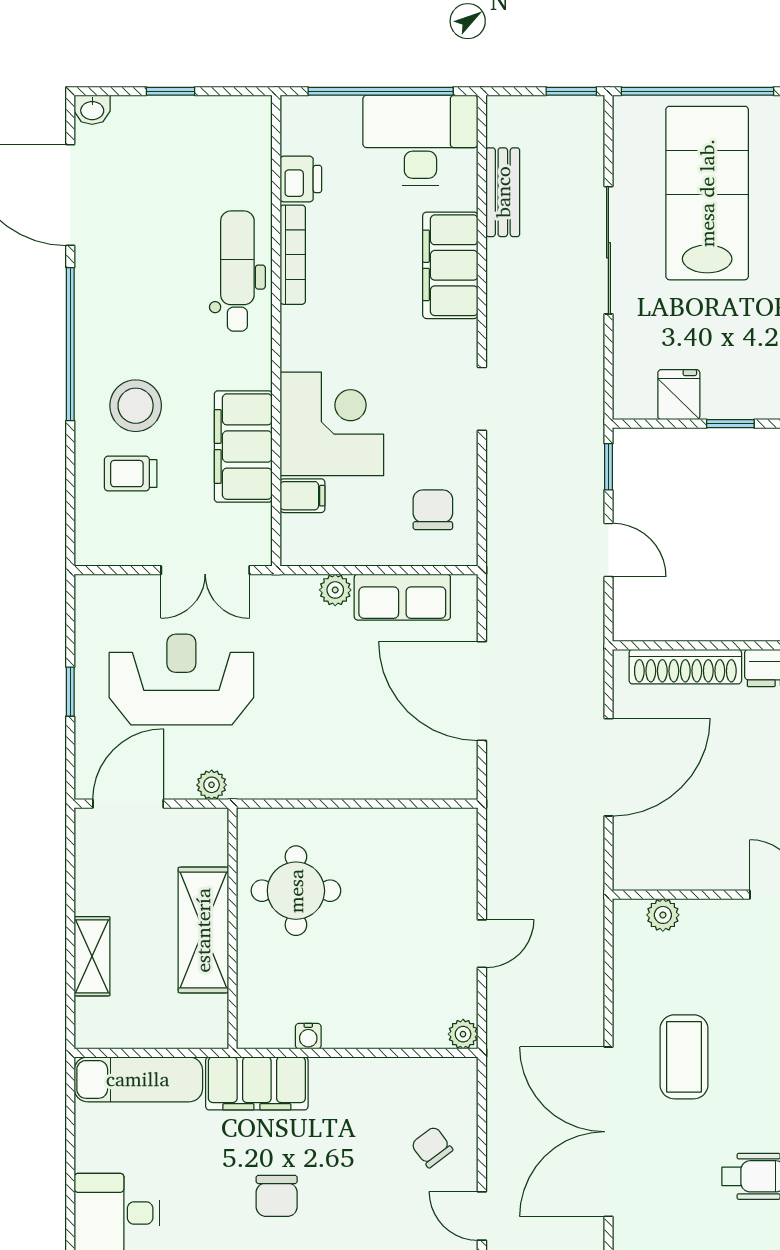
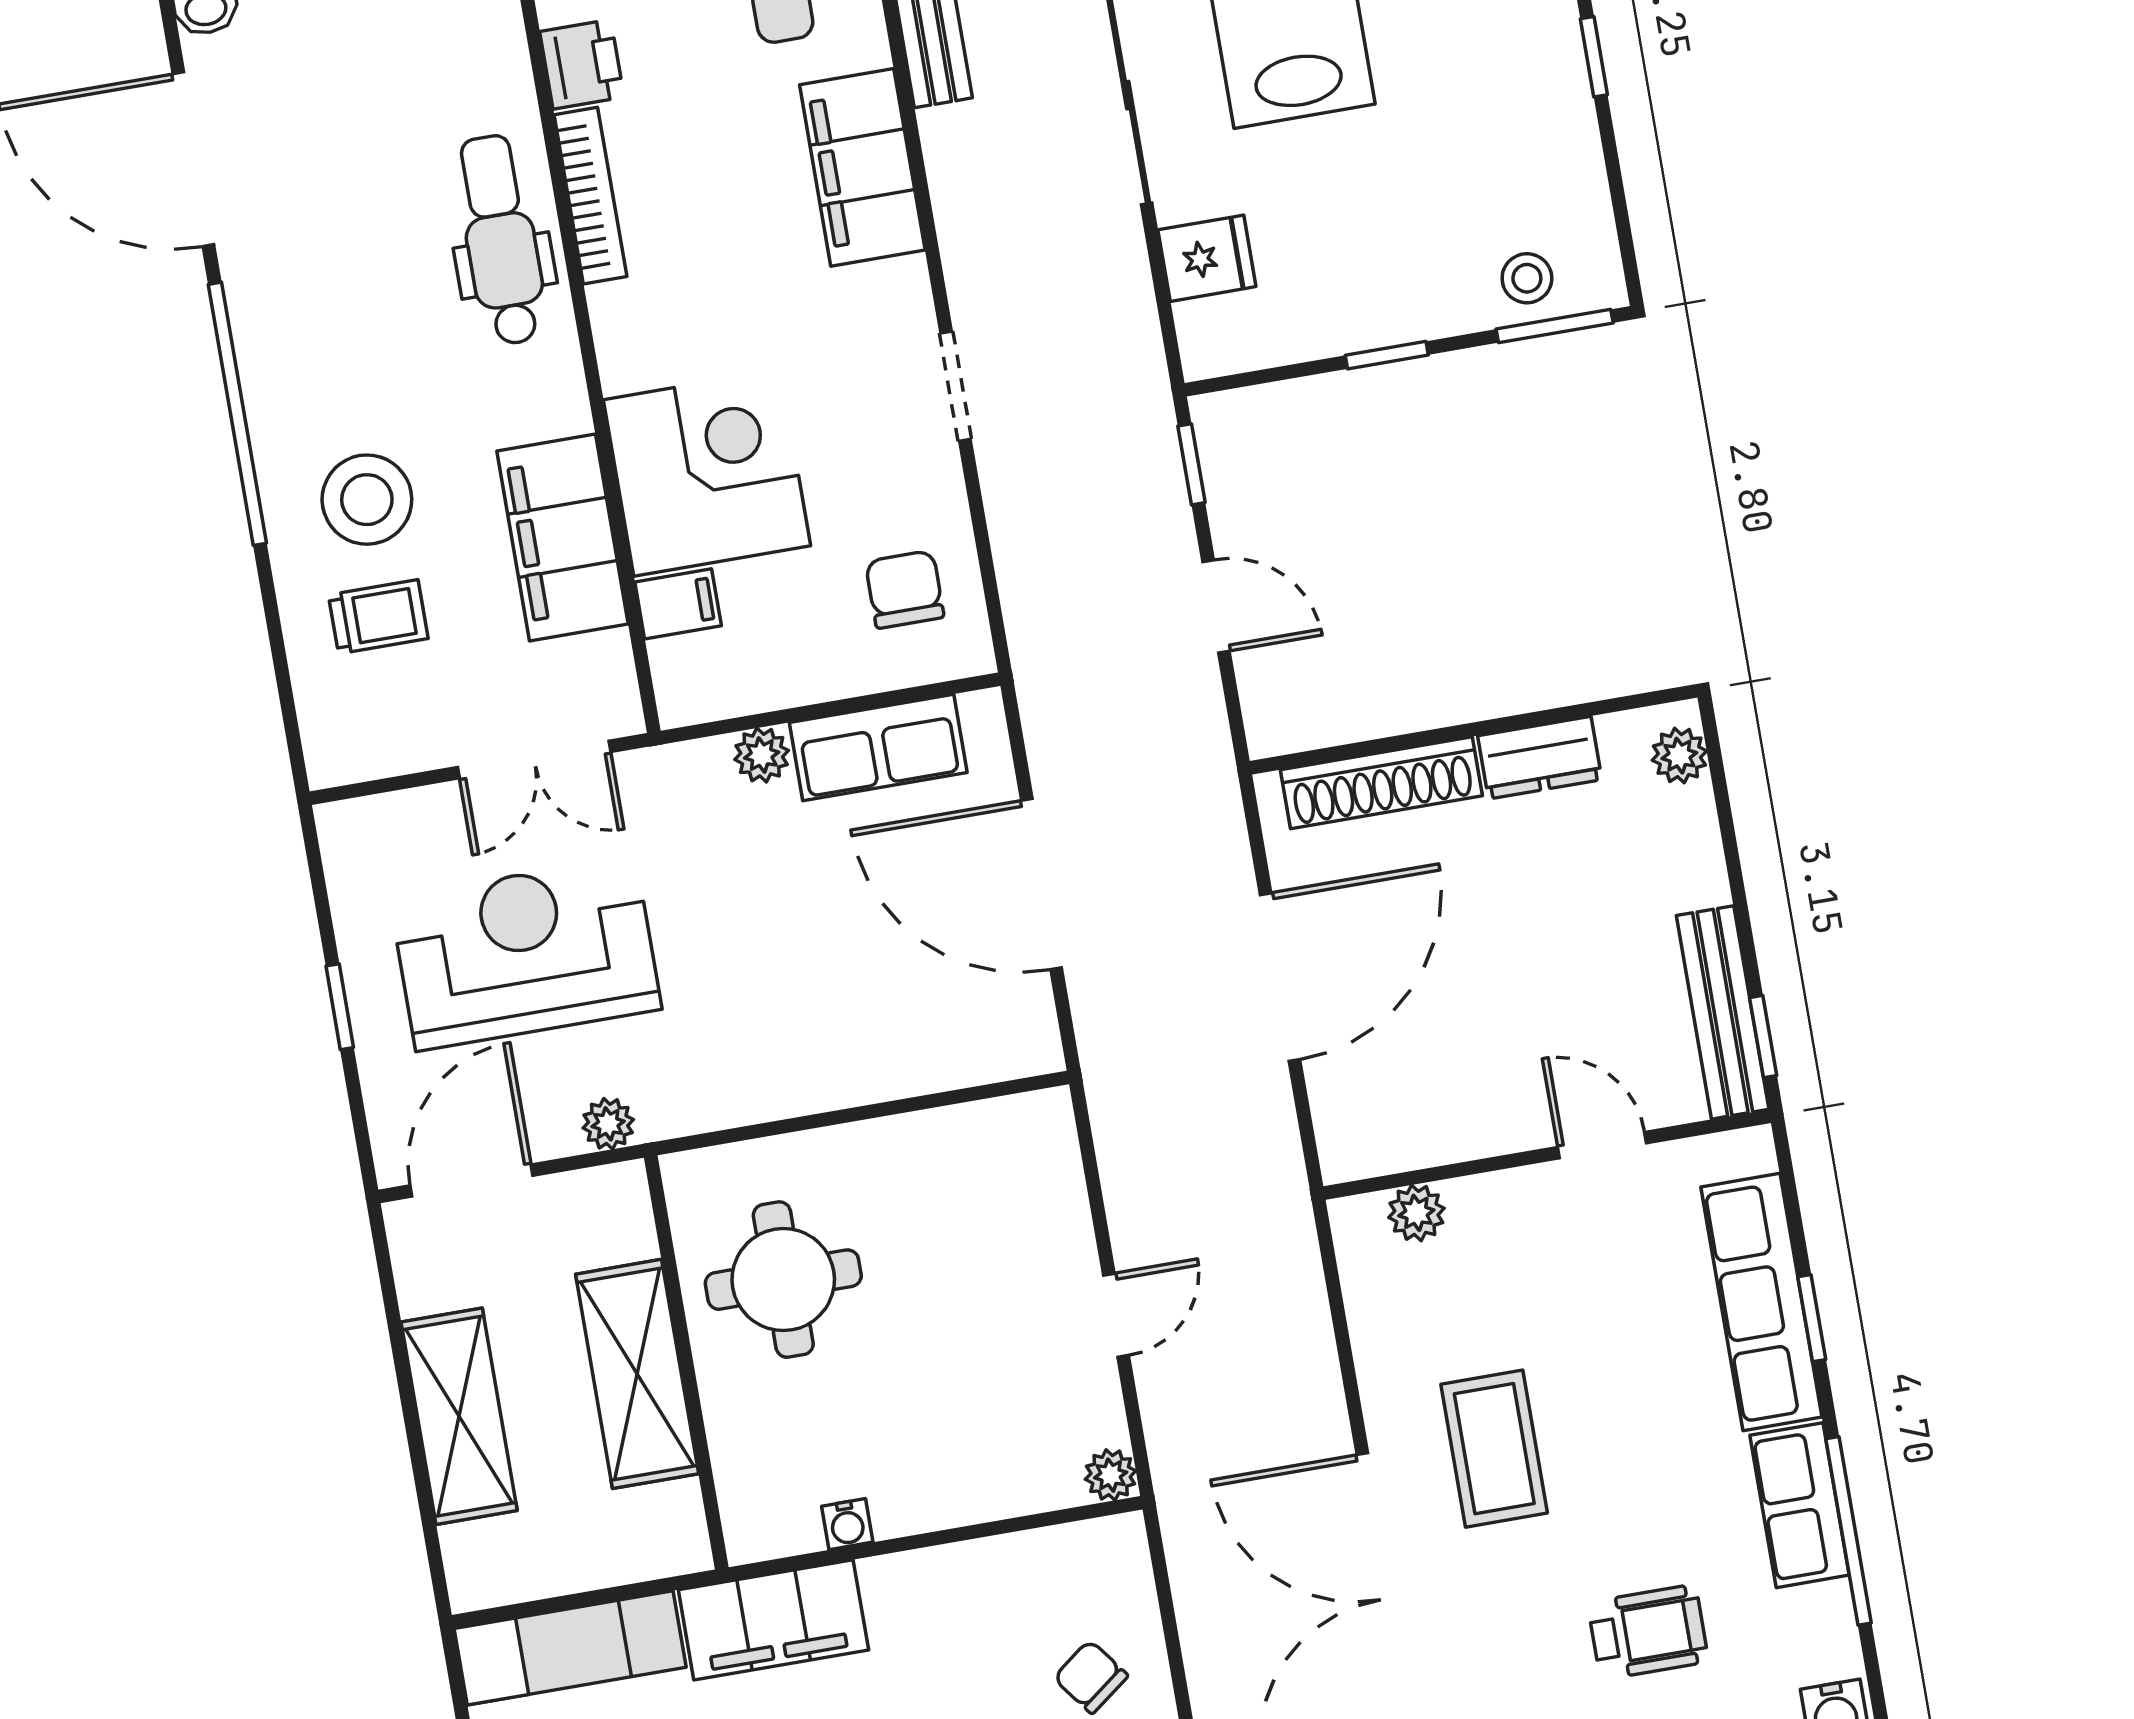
fridge: (679, 395) -> (1207, 258), moved, turned 90
trolley: (131, 474) -> (378, 617), turned 180
shelving: (92, 956) -> (459, 1416), width x1.50, depth x1.33

